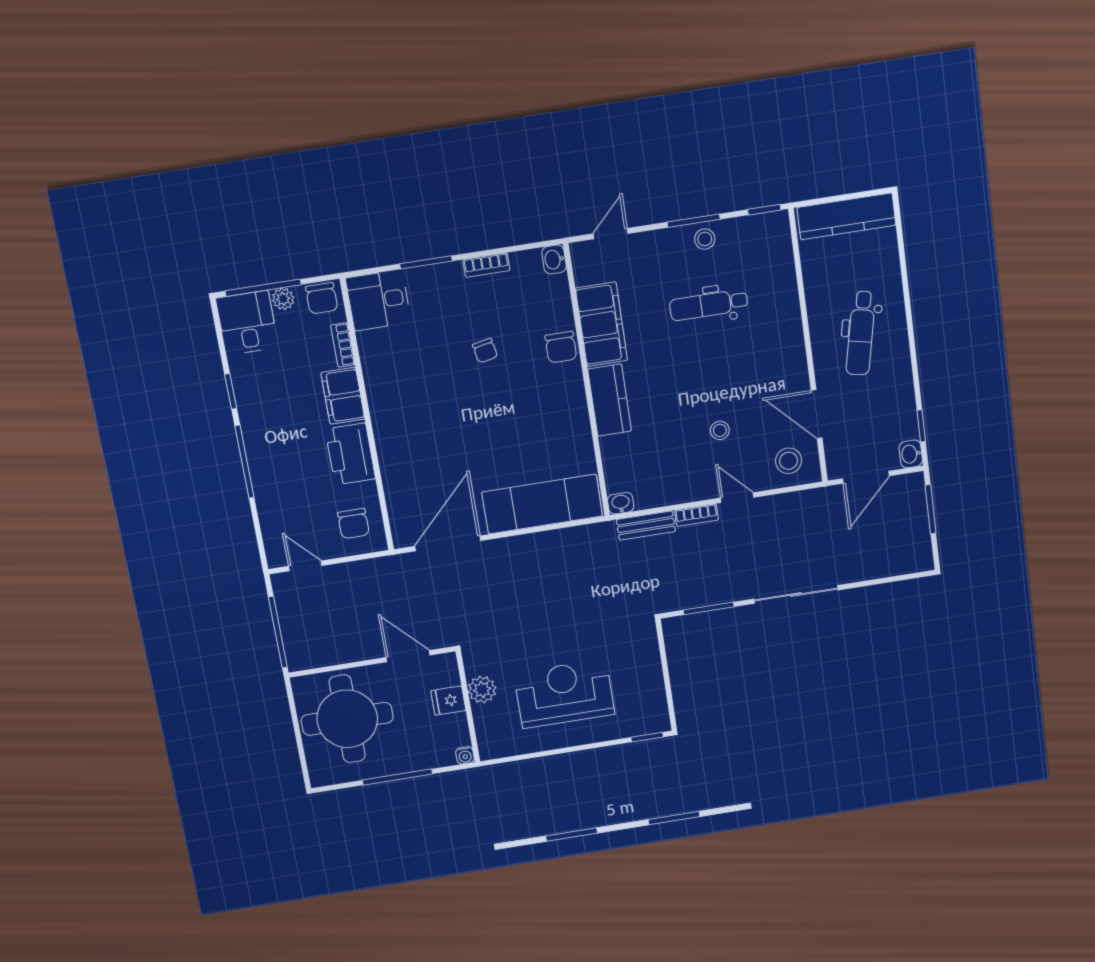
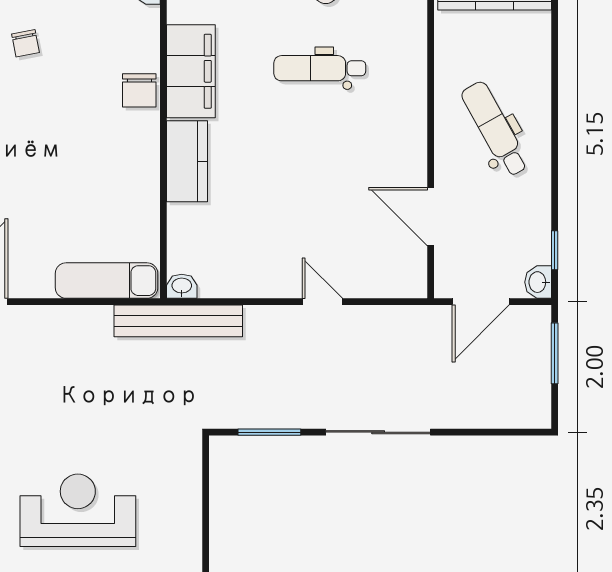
dental chair: (861, 333) -> (495, 129), turned 139
chair: (485, 351) -> (26, 43), moved
stool: (720, 430) -> (313, 218), removed
stool: (789, 461) -> (390, 267), removed
exam couch: (542, 504) -> (107, 281), width x0.73, depth x0.69
bookcase: (696, 515) -> (271, 315), removed
bench: (646, 526) -> (178, 321), width x1.86, depth x1.21

